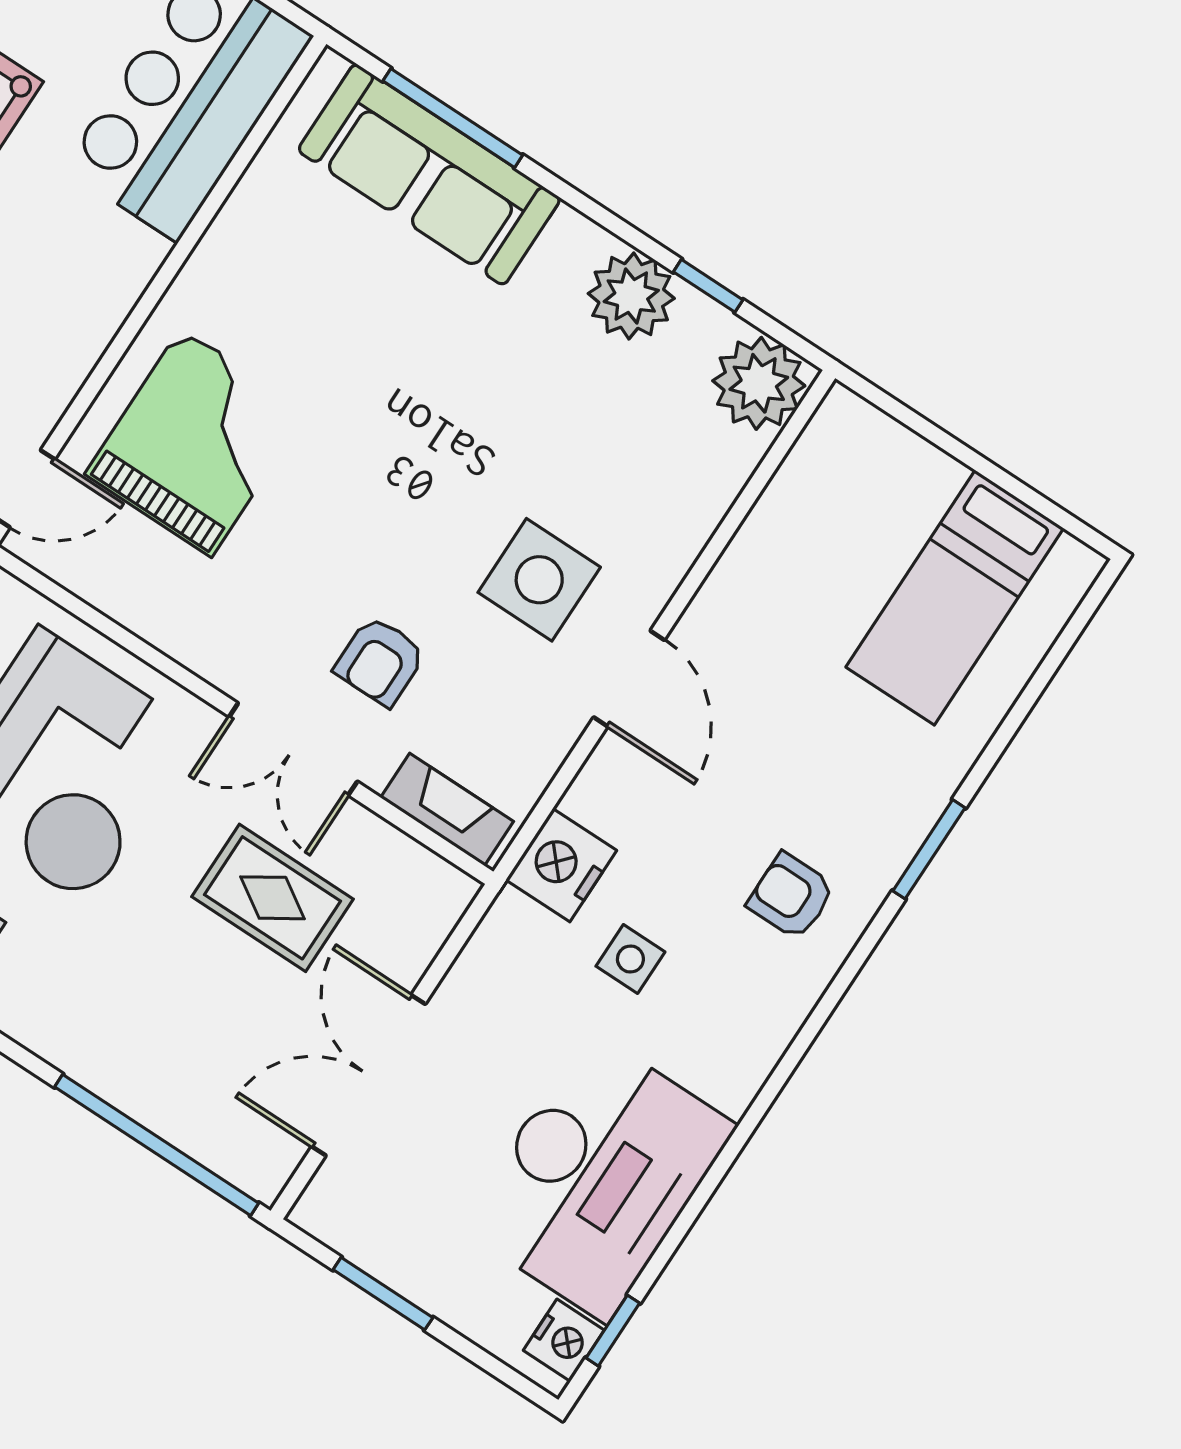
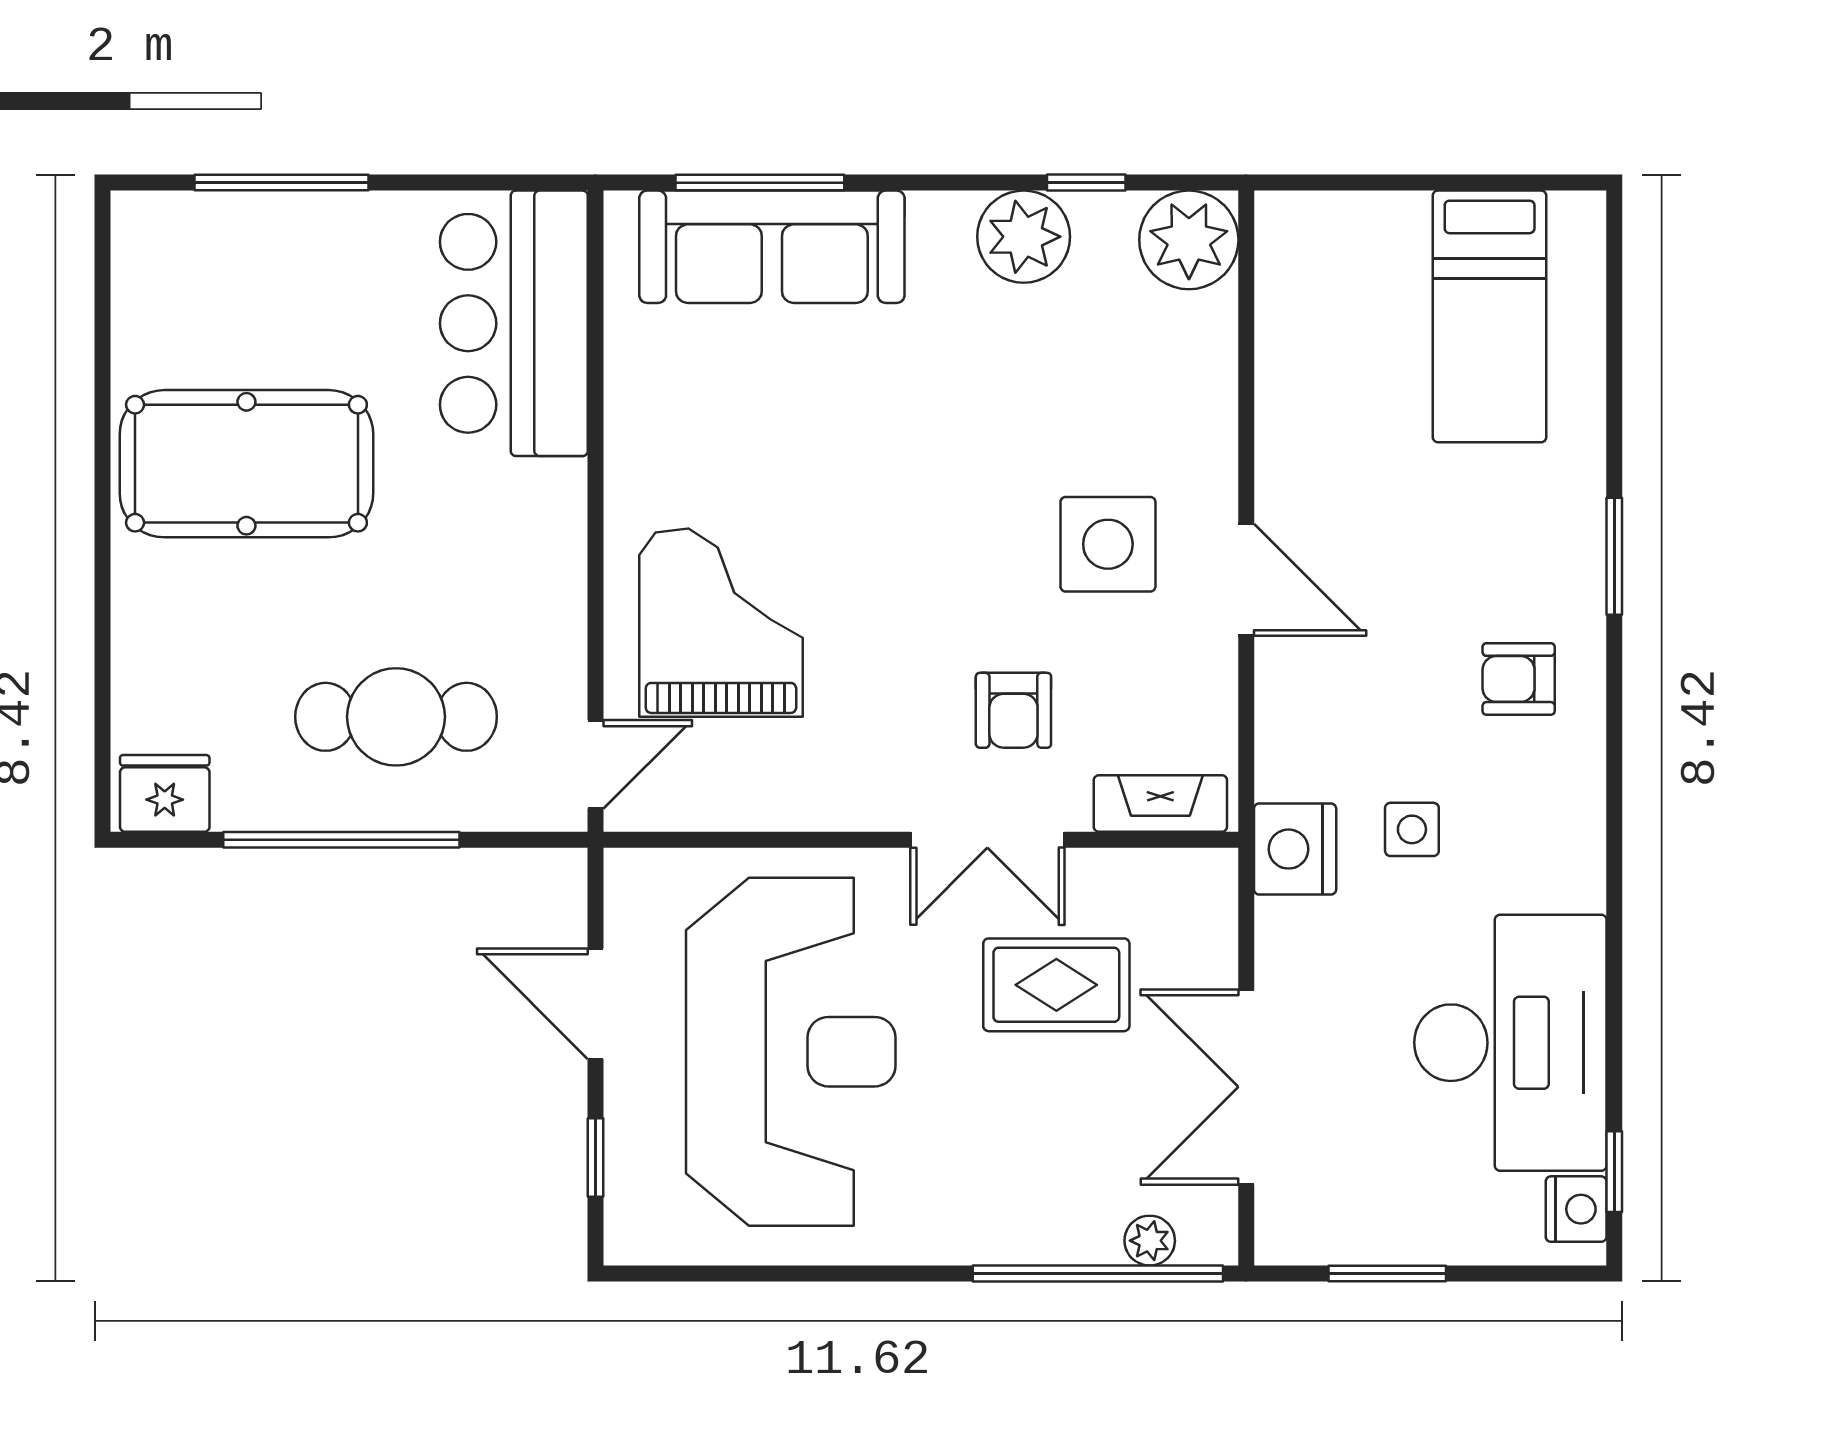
nightstand: (561, 865) -> (1295, 849), moved
plant: (214, 1146) -> (1150, 1241), added

